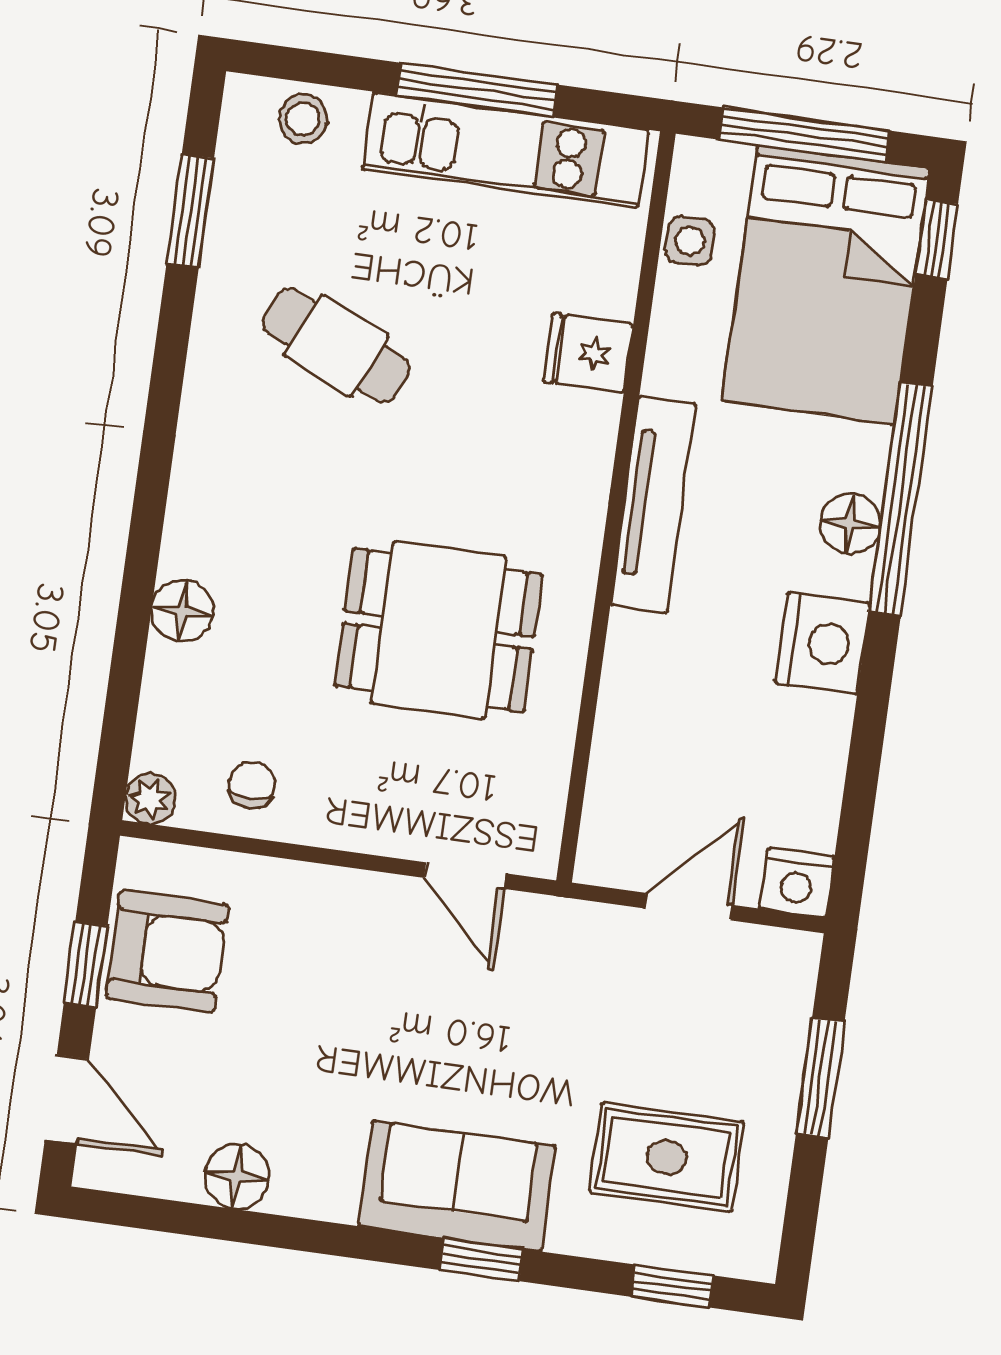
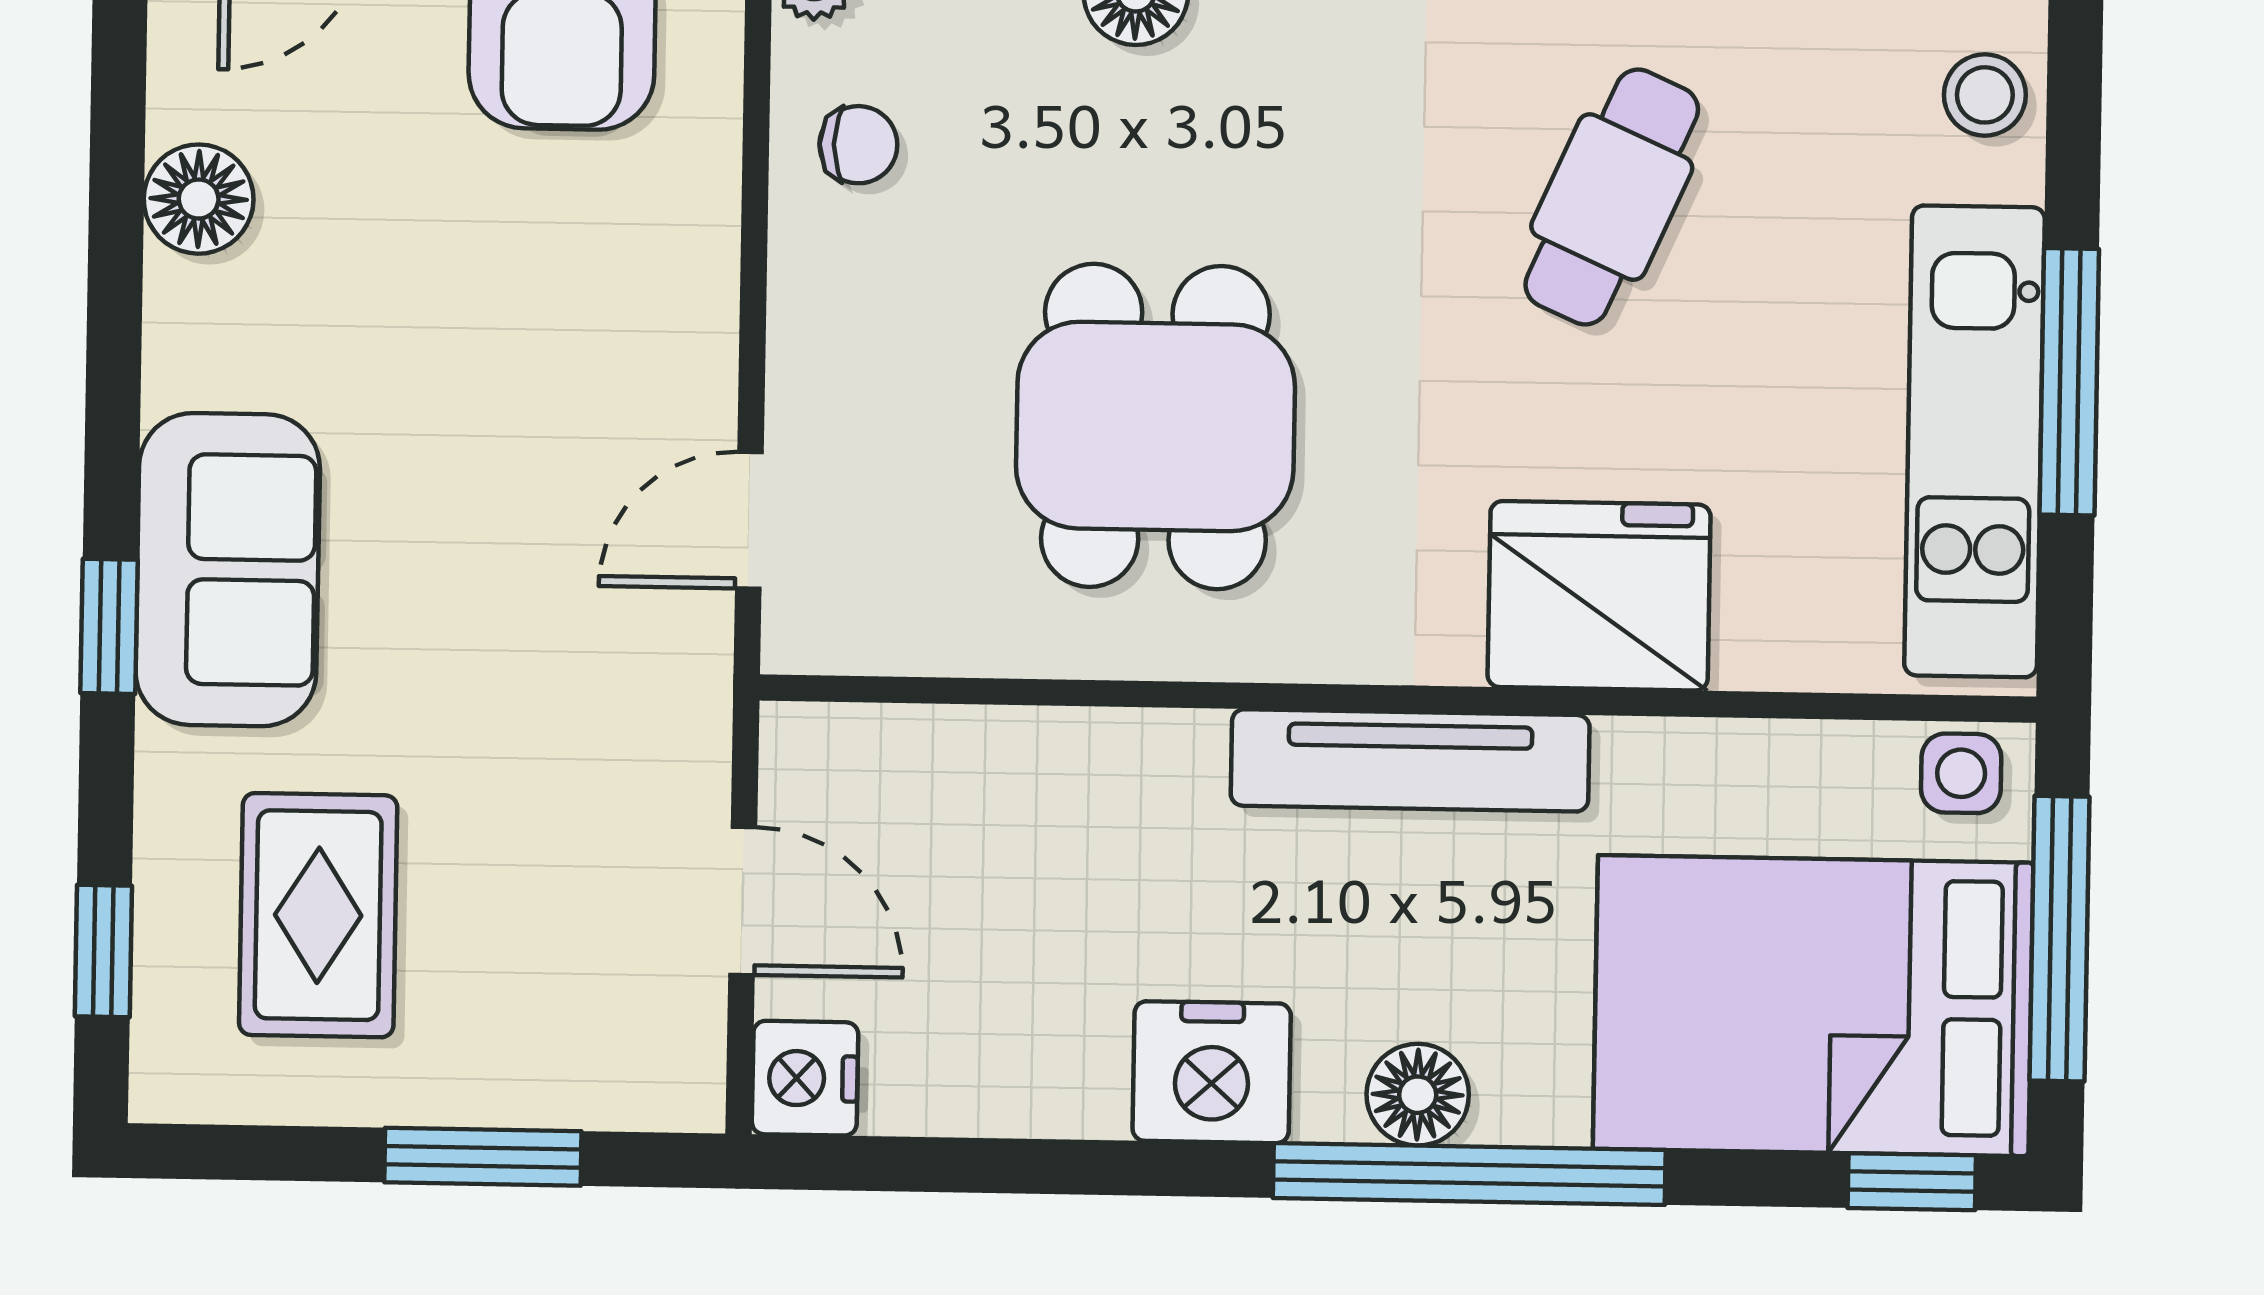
side table: (690, 241) -> (1961, 773), moved
fridge: (588, 353) -> (1599, 596), width x1.88, depth x1.34

